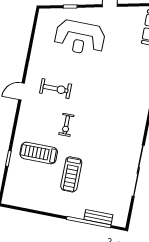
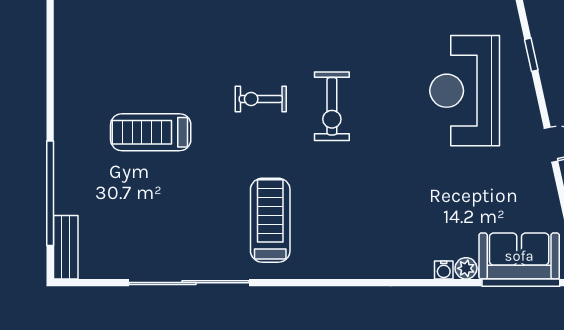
exercise bike: (56, 89) -> (332, 106), moved
treadmill: (39, 153) -> (270, 220), moved
bench: (98, 217) -> (66, 247), moved

